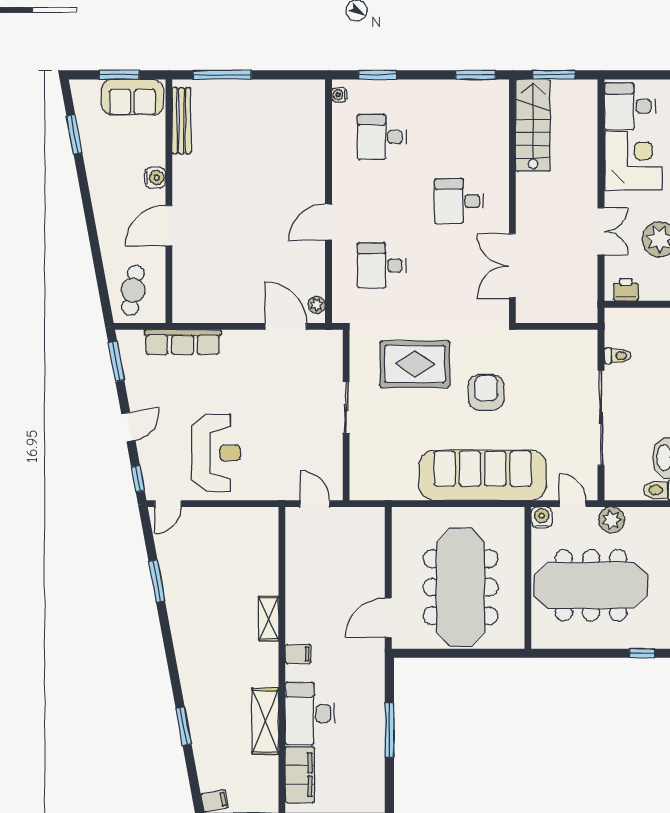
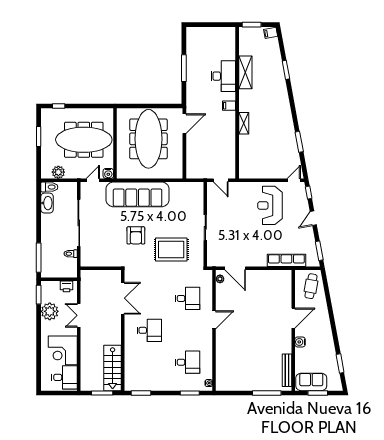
door: (573, 504) -> (93, 180), swing flipped
plant: (612, 520) -> (58, 172), moved
filing cabinet: (300, 775) -> (228, 46), removed

